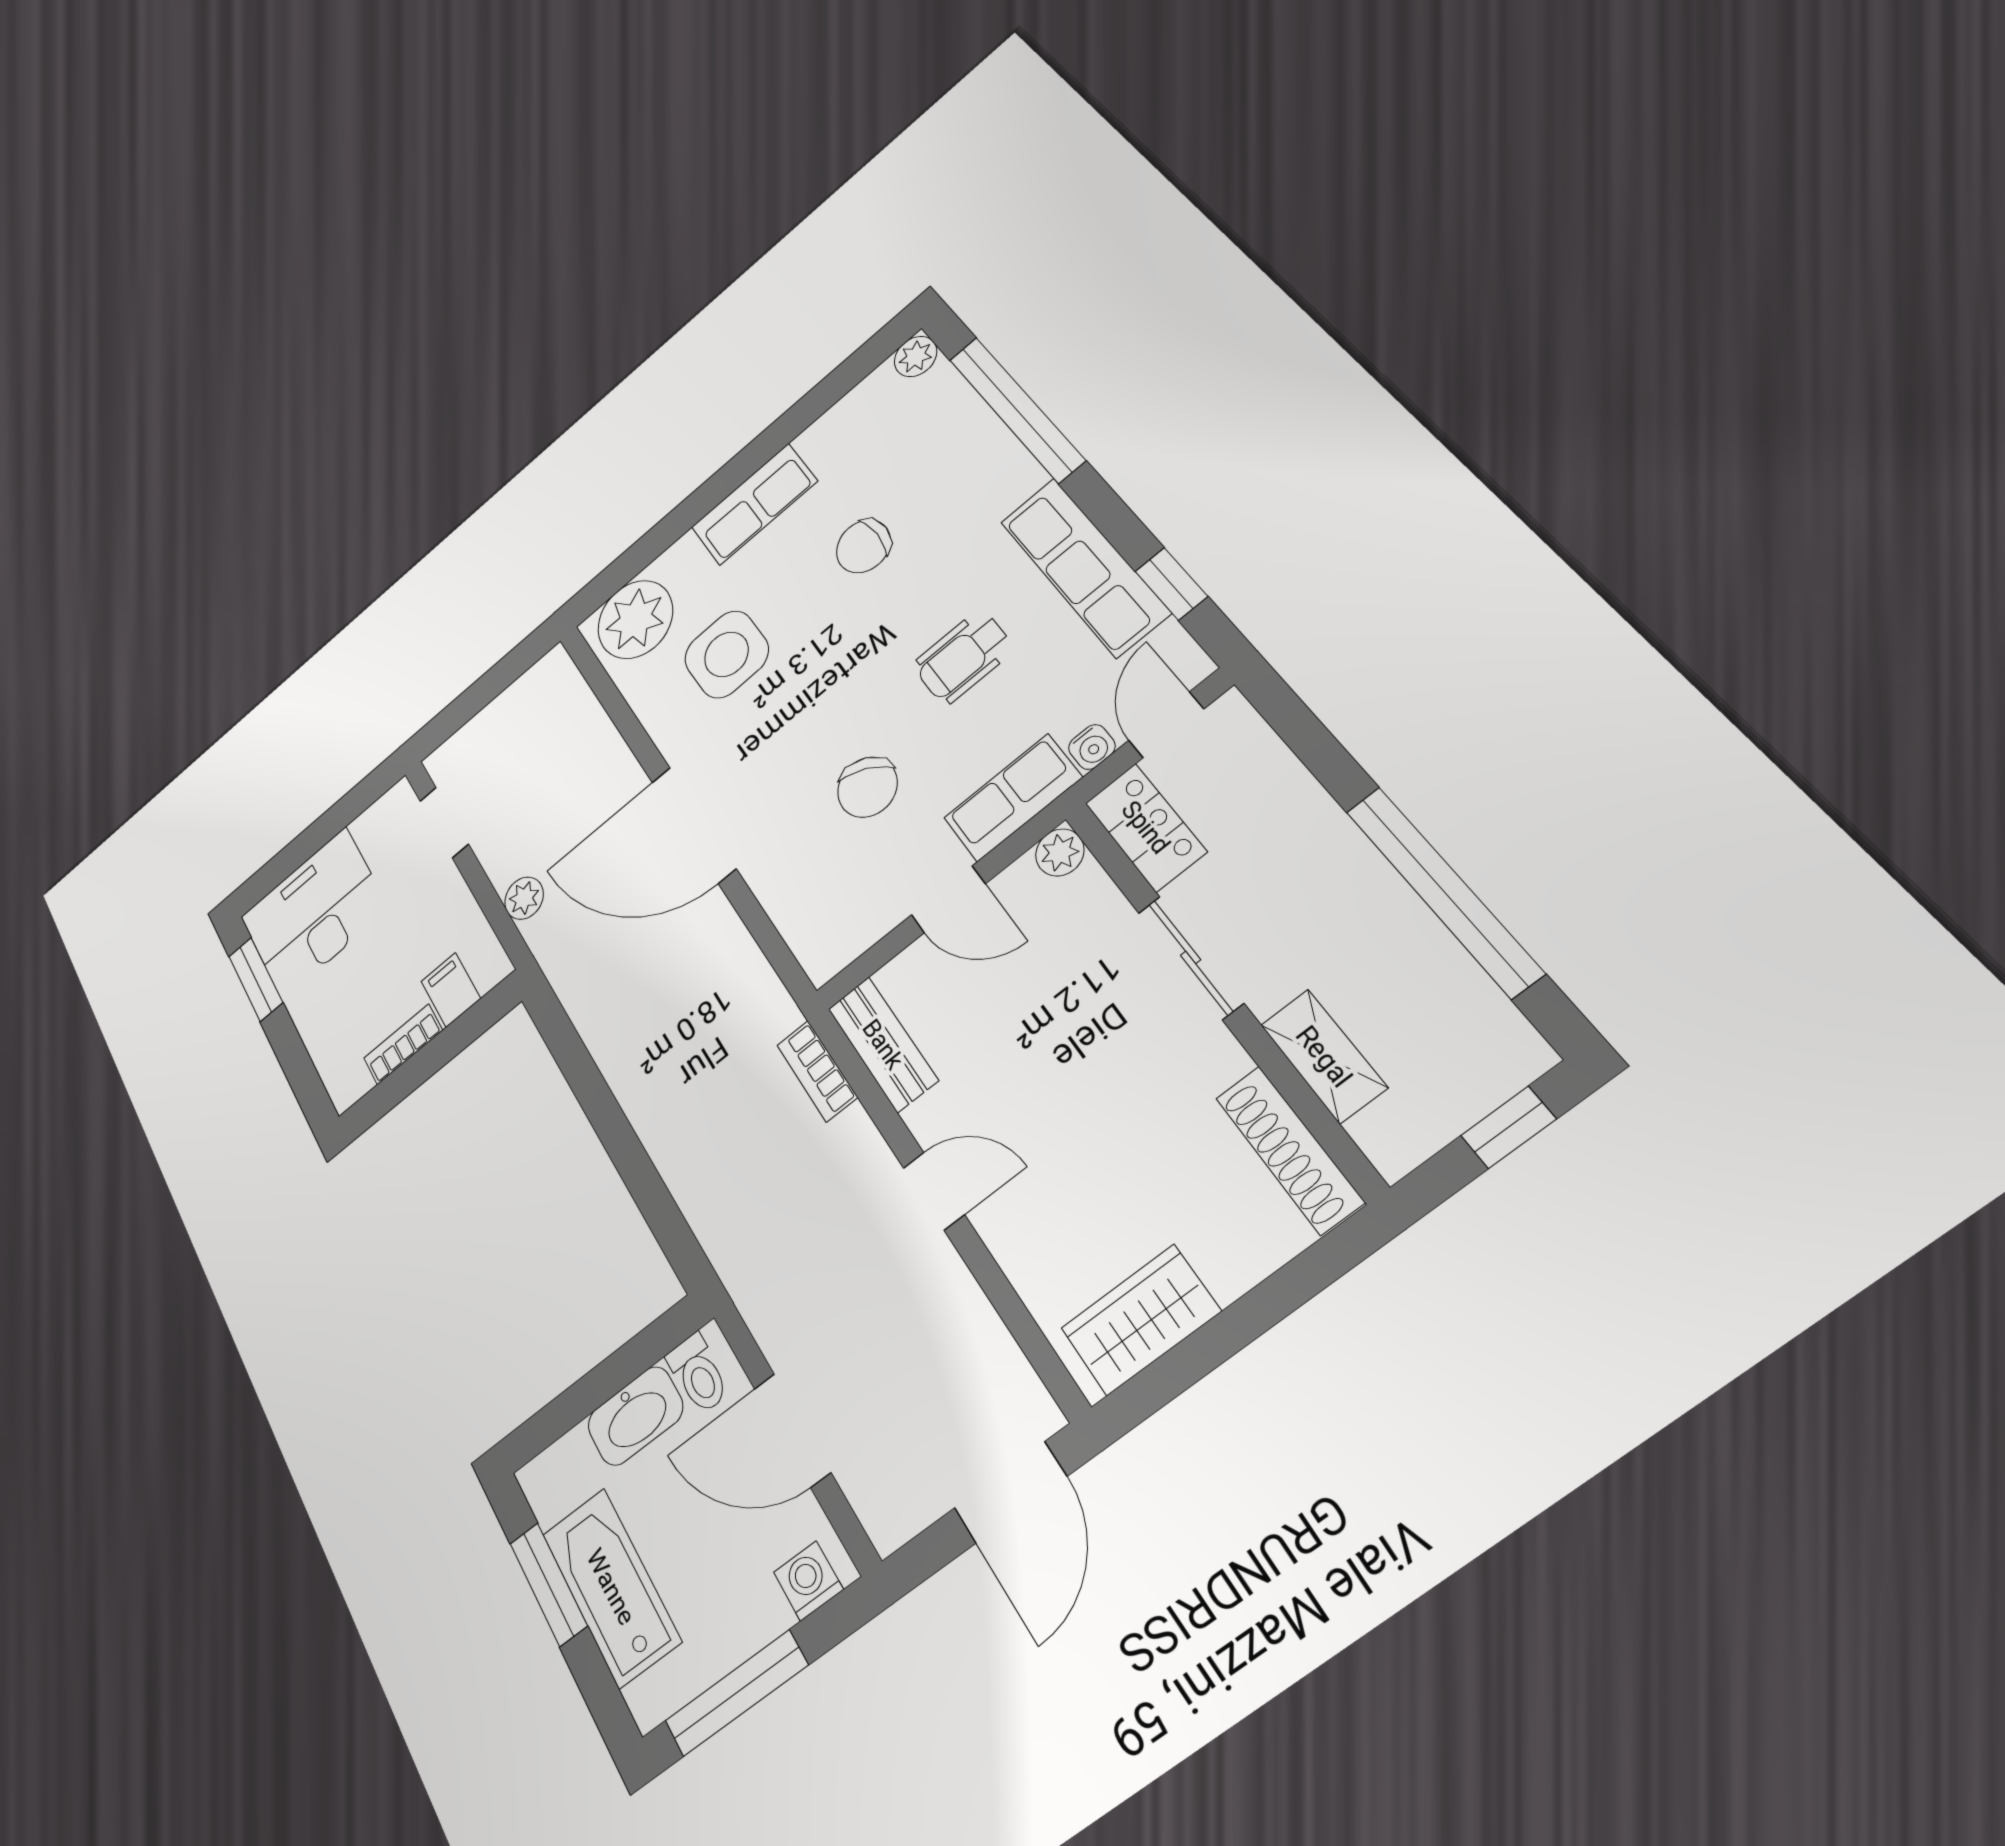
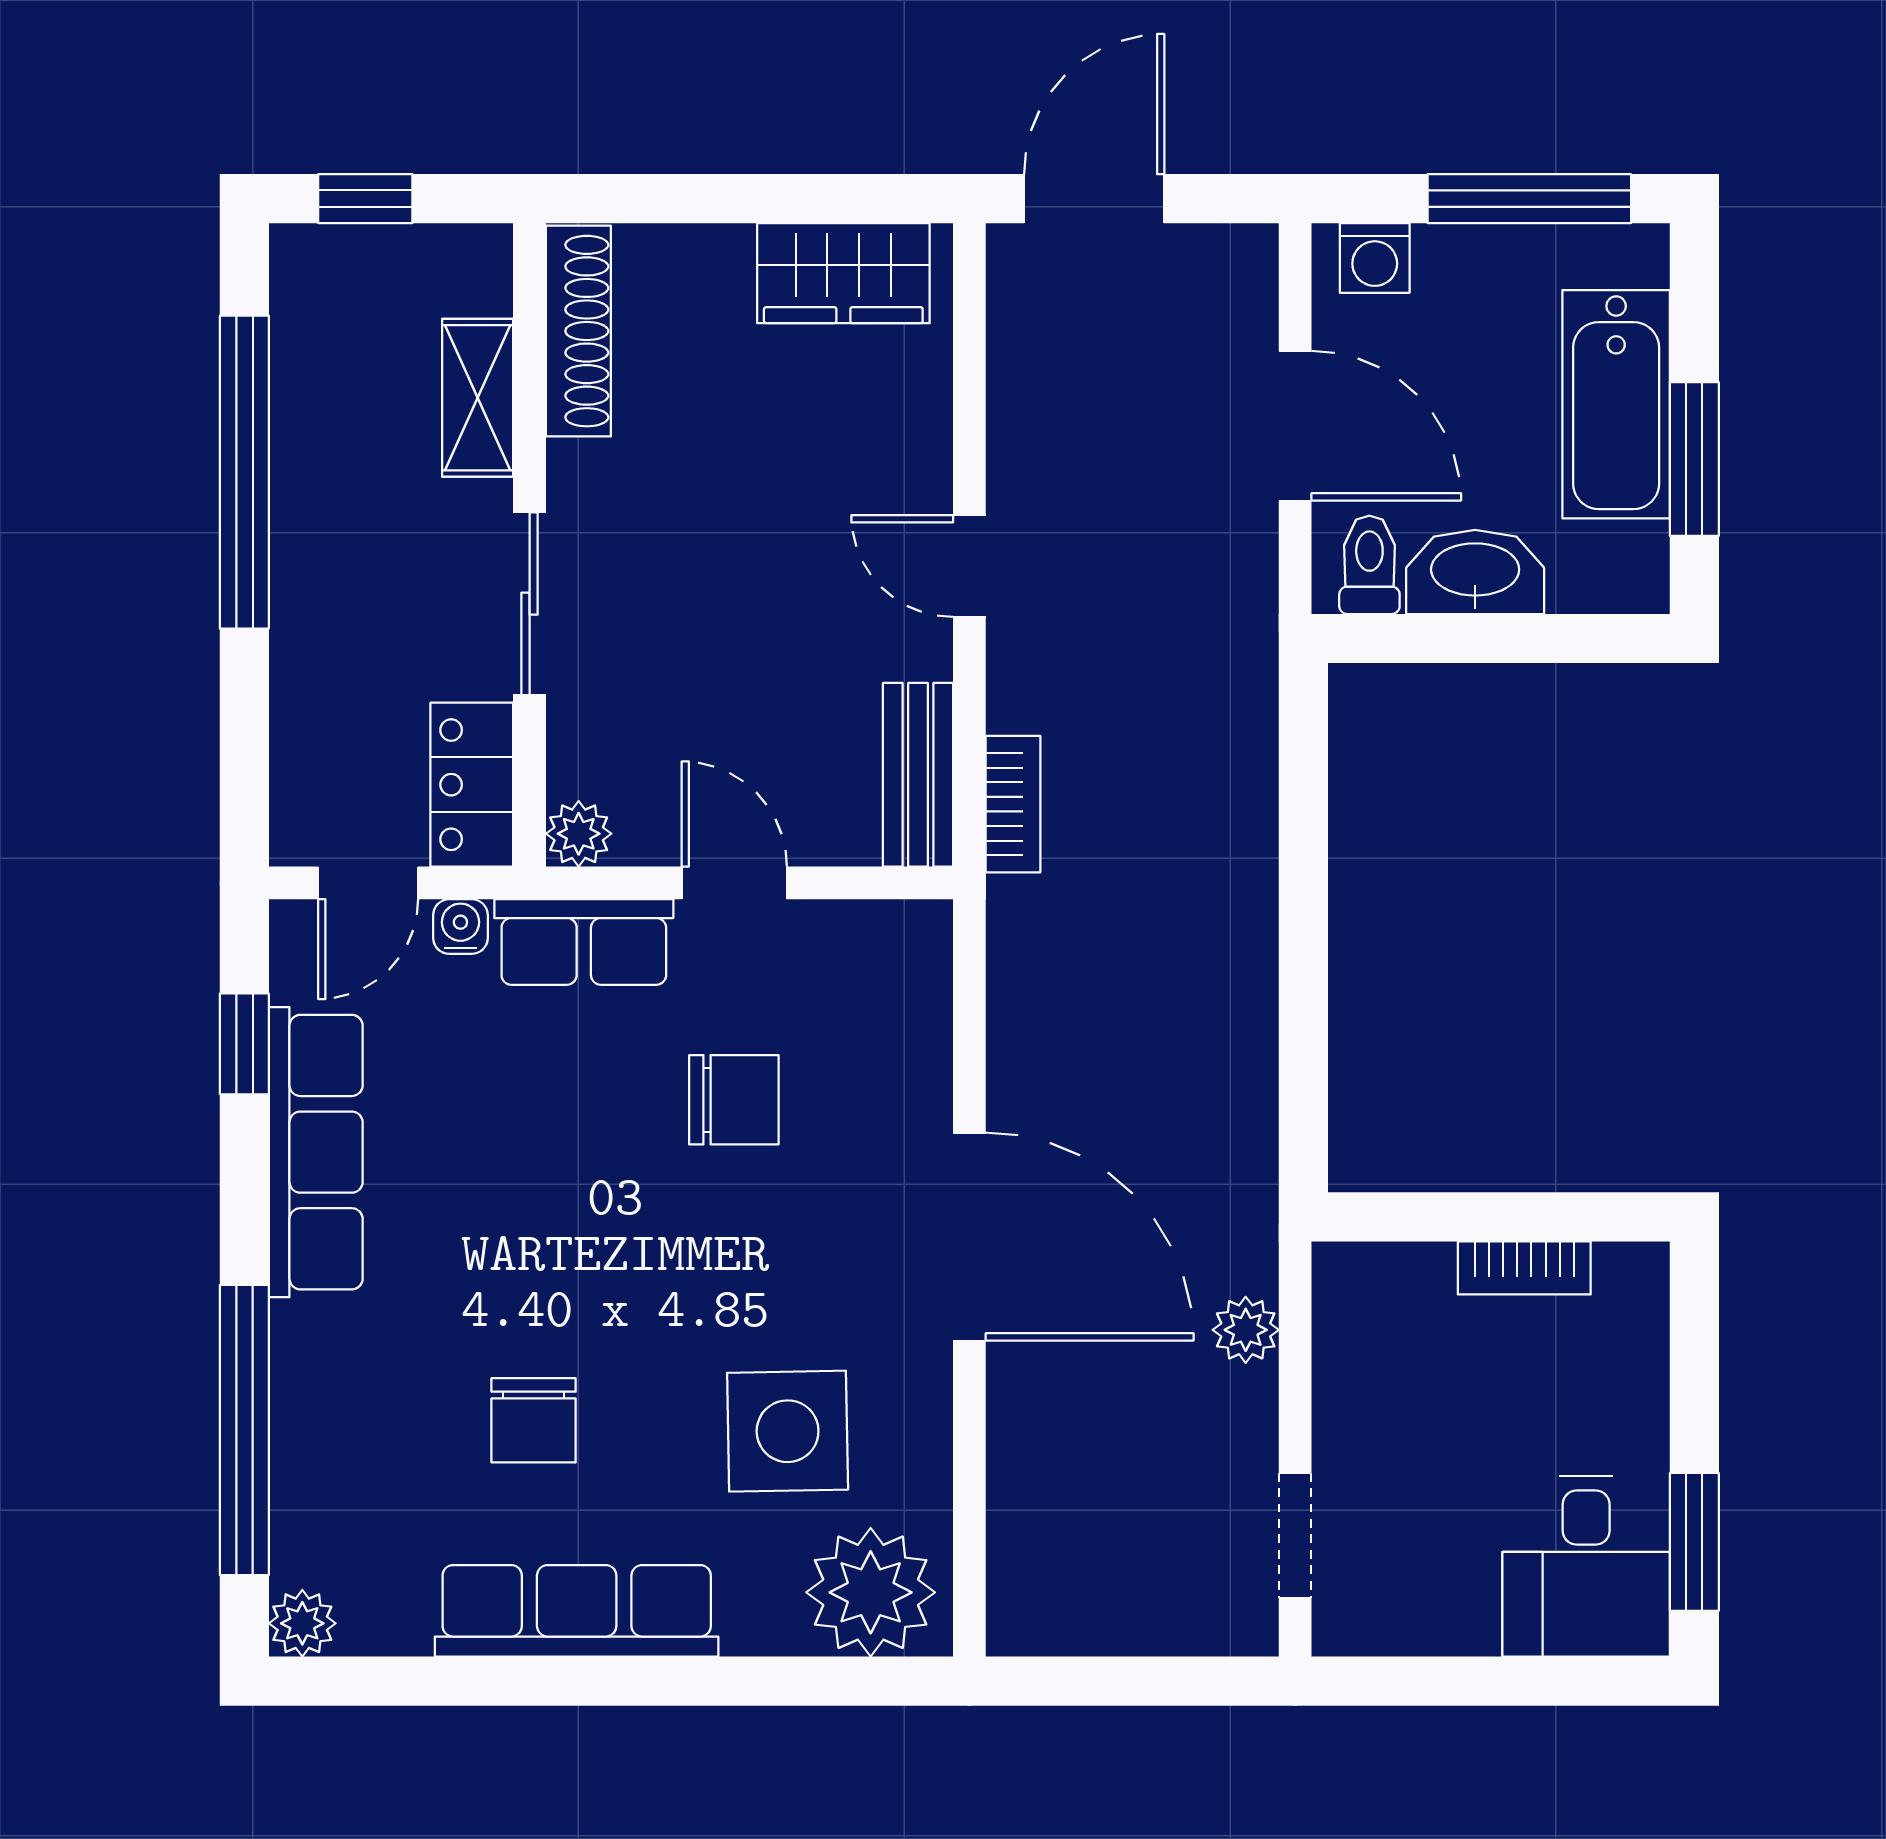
row of seats: (754, 504) -> (577, 1611), width x1.48
chair: (863, 546) -> (534, 1420), turned 90
wheelchair: (963, 657) -> (520, 1165), removed
chair: (867, 787) -> (734, 1100), turned 61
desk: (314, 913) -> (1586, 1566), width x0.73
filing cabinet: (451, 990) -> (1416, 1288), removed

